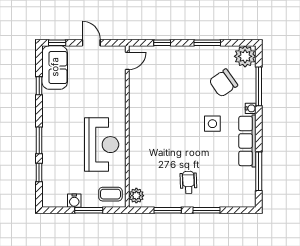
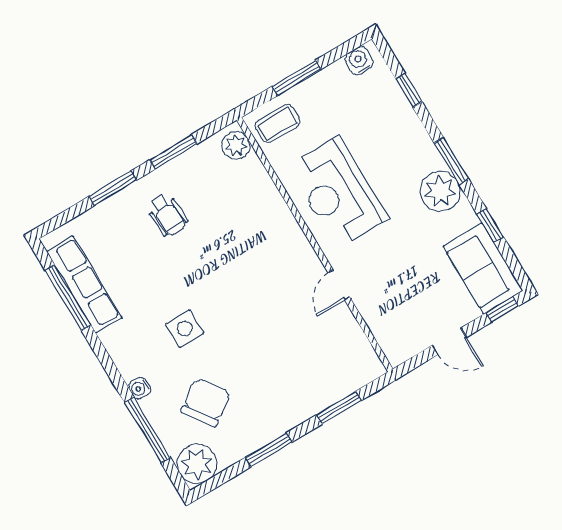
window: (162, 43) -> (339, 408), width x1.50
door: (127, 61) -> (339, 285), moved
plant: (53, 116) -> (440, 191), added
window: (39, 140) -> (451, 161), moved
row of seats: (247, 141) -> (84, 284), moved
water cooler: (74, 201) -> (359, 61), moved

